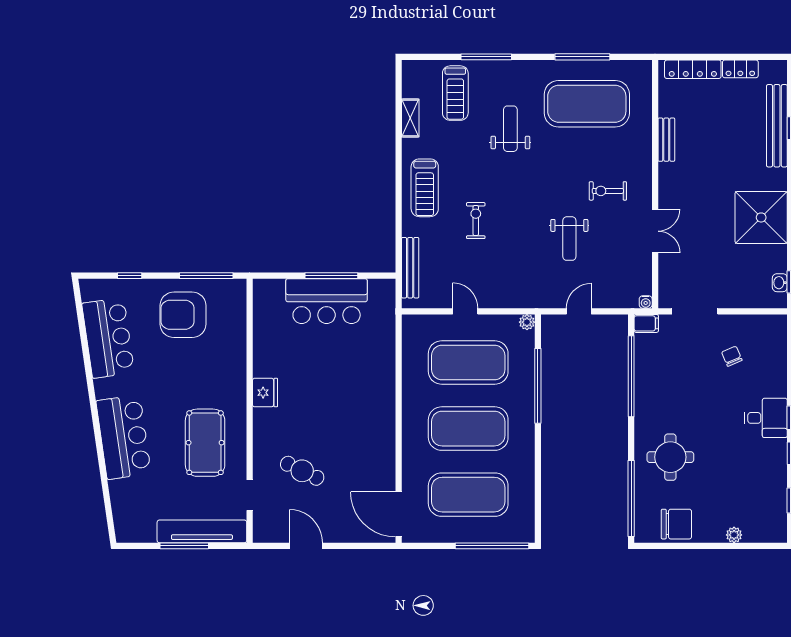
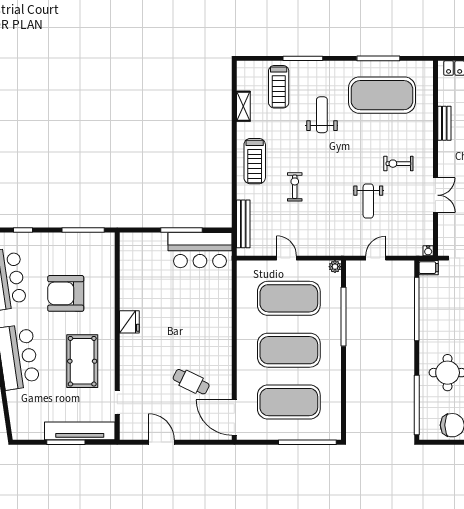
bar counter: (327, 301) -> (200, 250), moved
armchair: (183, 315) -> (66, 293), moved
cafe table: (302, 471) -> (191, 382), moved

